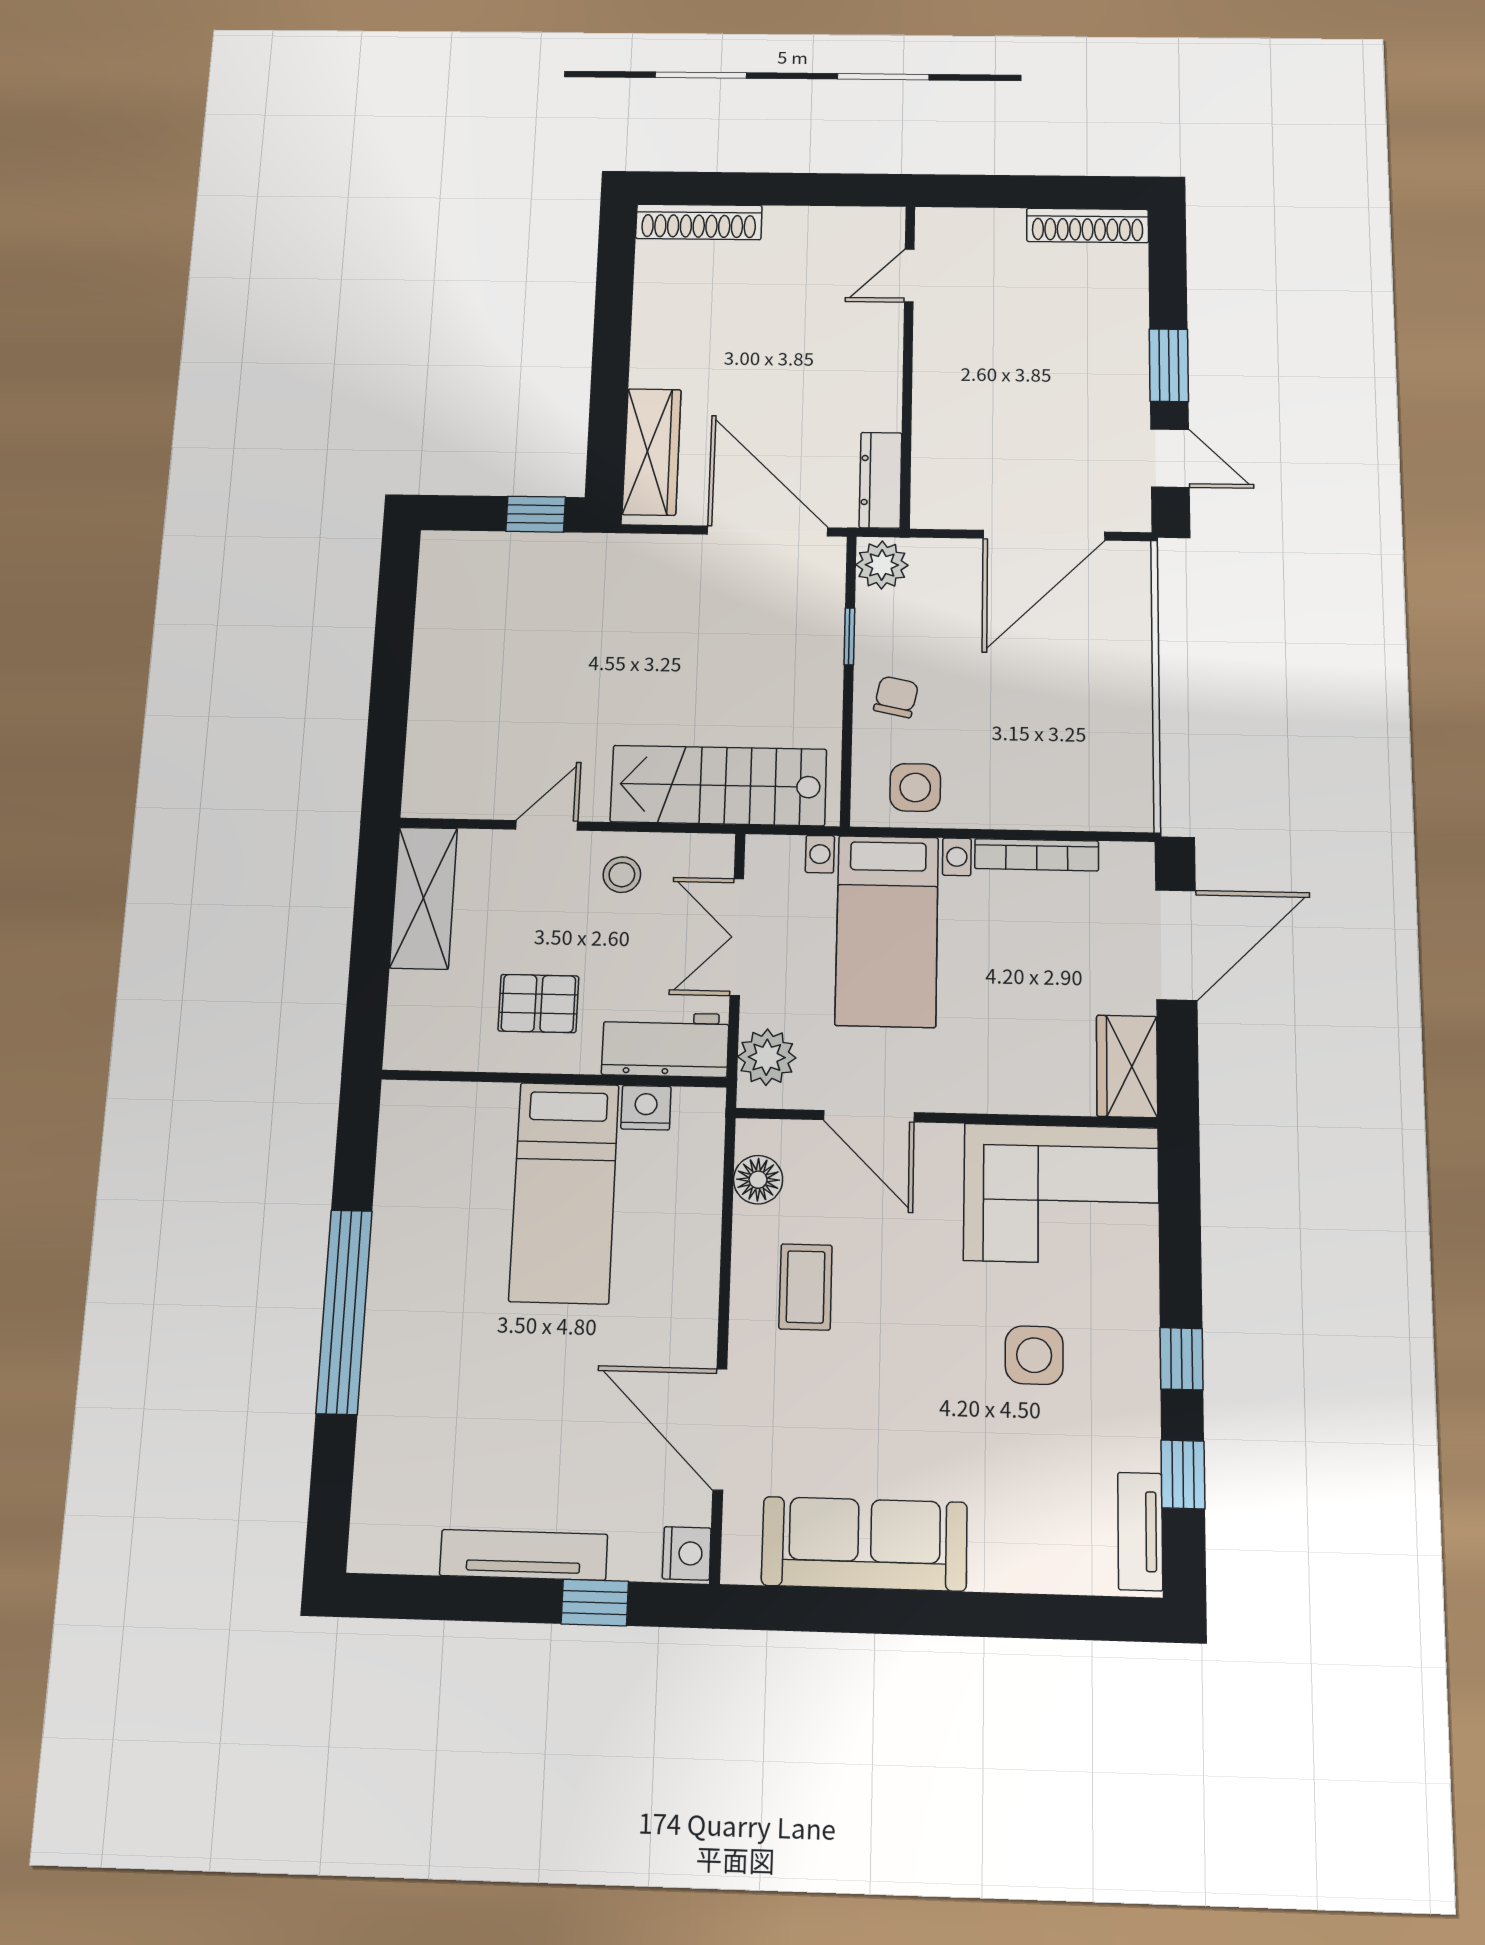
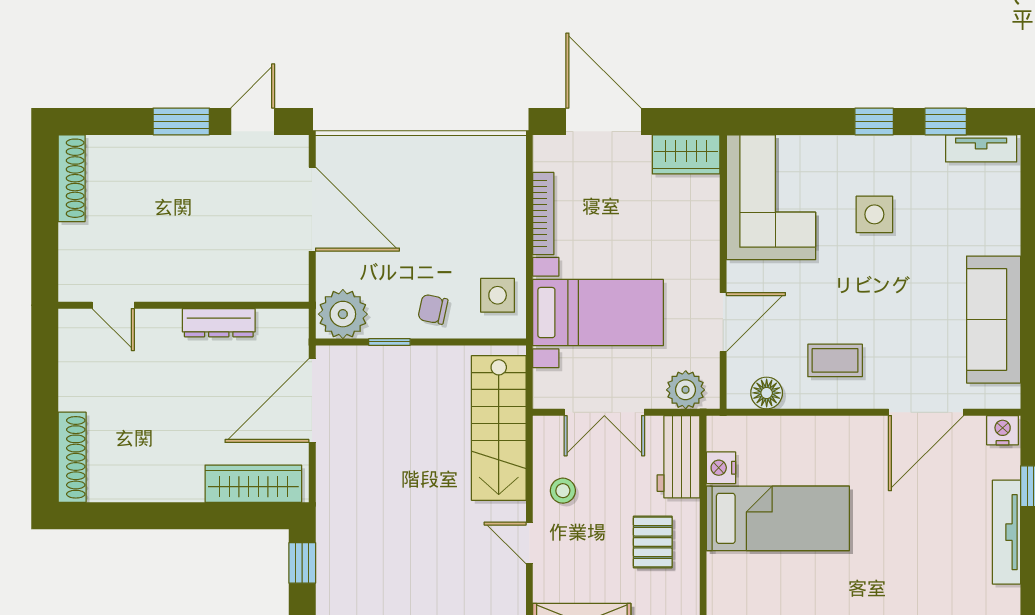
dresser: (880, 480) -> (219, 323), moved
plant: (882, 565) -> (343, 314), width x1.36, depth x1.36

